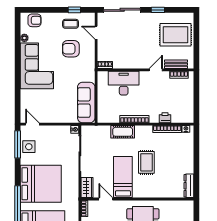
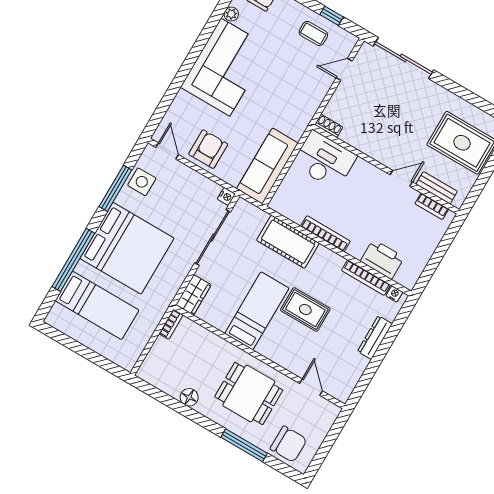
window: (158, 10) -> (458, 90), removed
door: (96, 33) -> (344, 69), hinge flipped
armchair: (71, 49) -> (208, 149), moved, turned 90
desk: (124, 83) -> (324, 160), moved
printer: (165, 118) -> (382, 259), width x1.87, depth x1.48
cot: (123, 132) -> (288, 242), width x1.37, depth x1.34
window: (18, 144) -> (115, 188), moved
rug: (146, 162) -> (305, 309), turned 90
dresser: (189, 186) -> (375, 338), moved
door: (106, 199) -> (311, 387), moved

